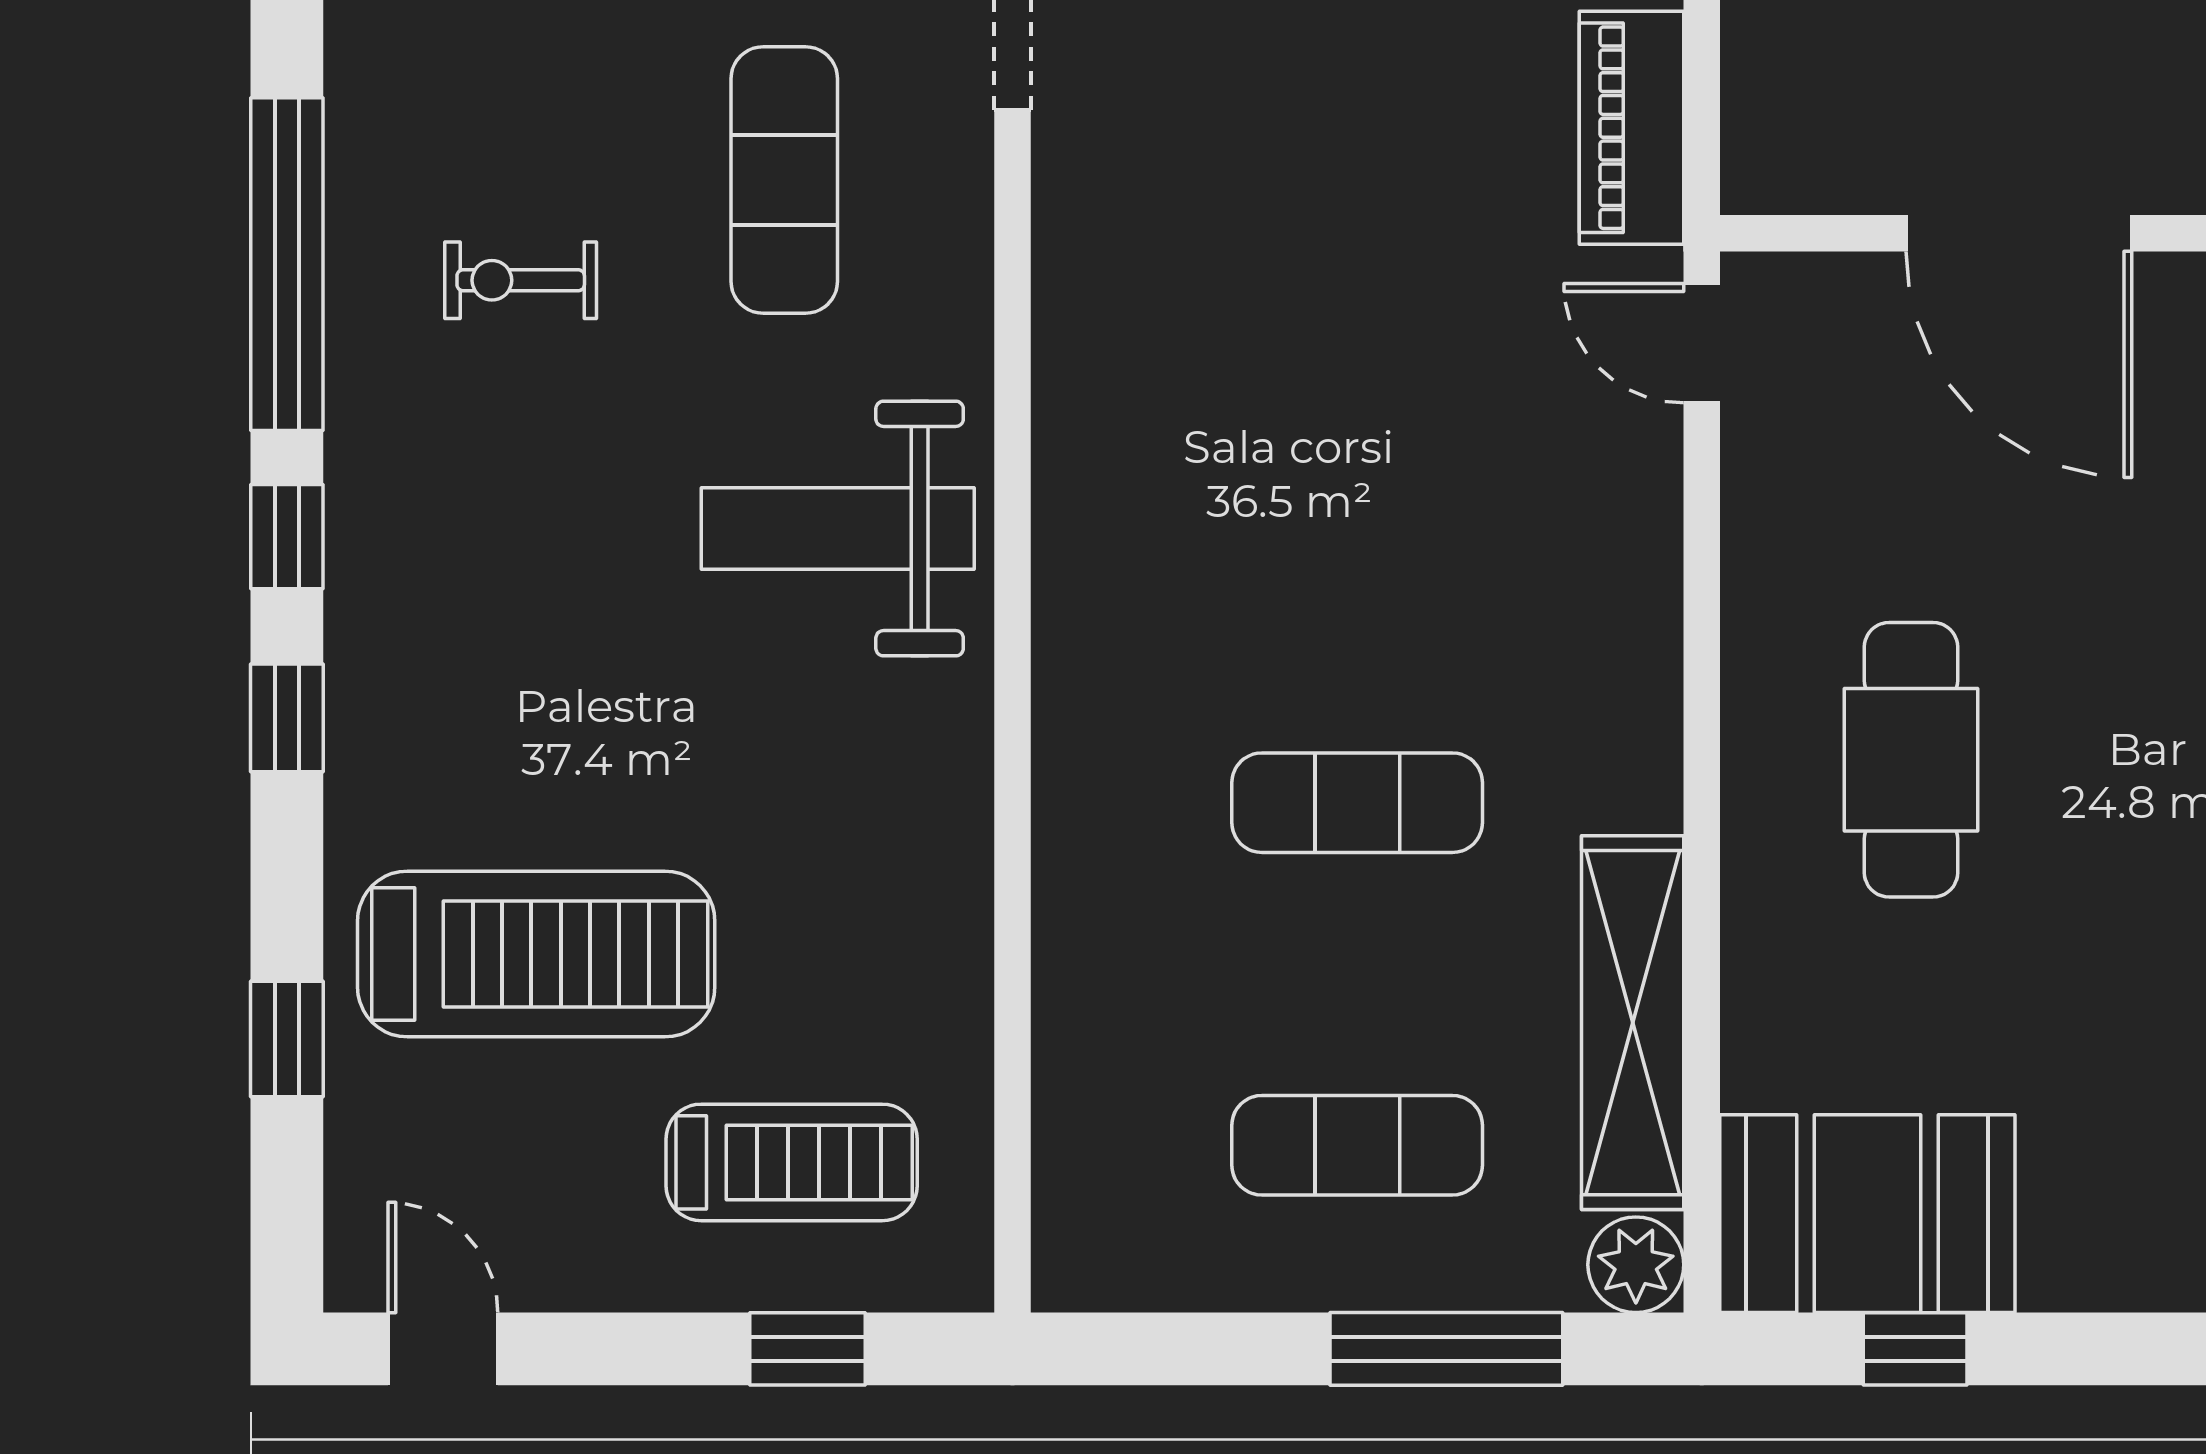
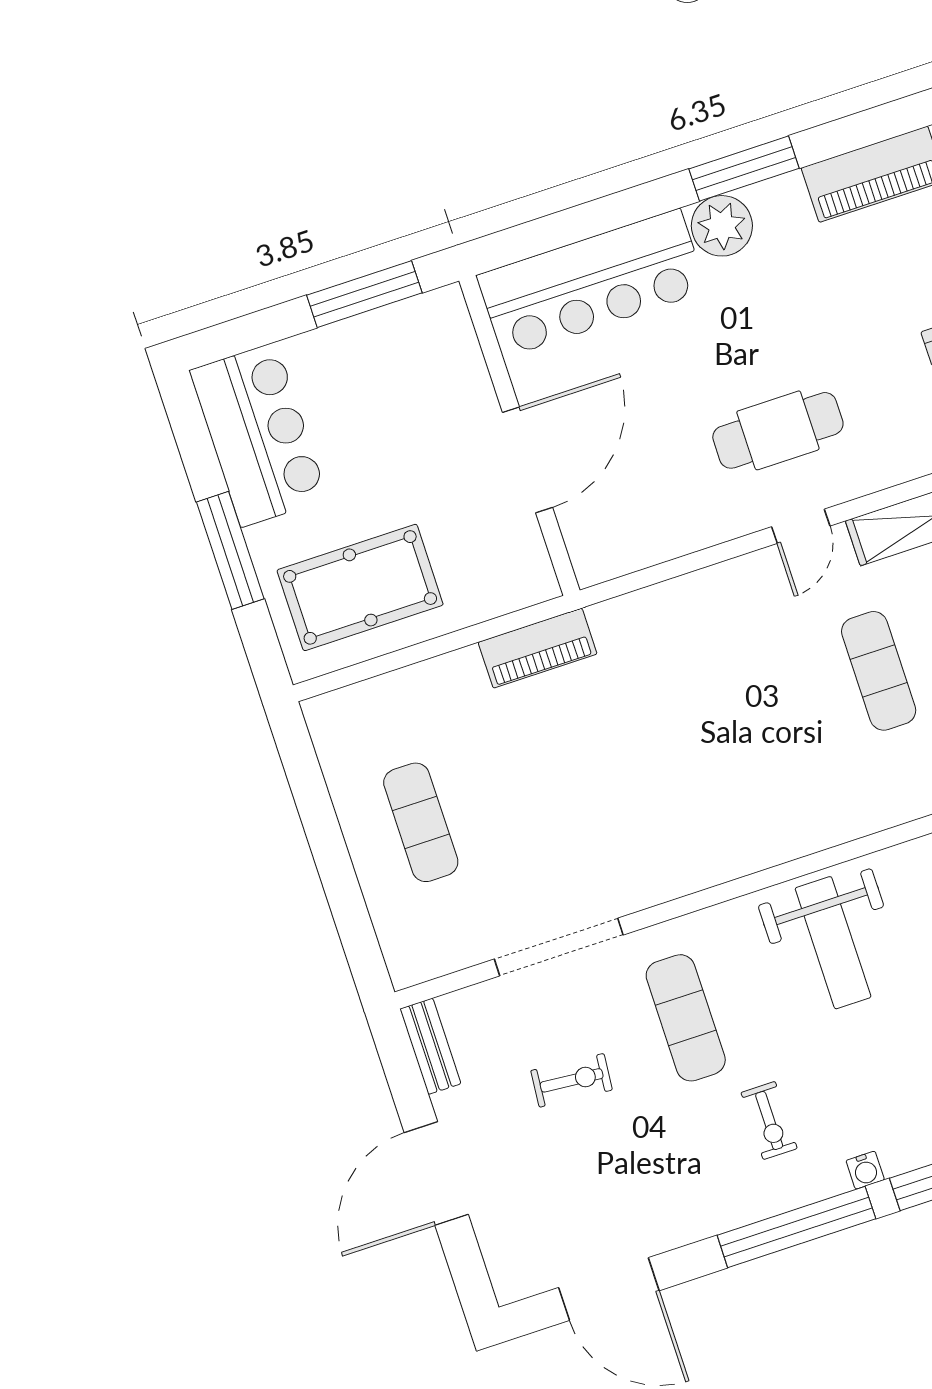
exercise mat: (784, 180) -> (686, 1018), turned 90
door: (1702, 343) -> (801, 526), moved
water cooler: (356, 441) -> (865, 1170), added

